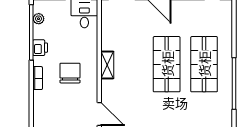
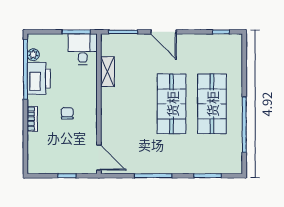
printer: (40, 48) -> (39, 78), width x1.87, depth x1.48
shelving: (107, 65) -> (107, 72), moved
chair: (70, 73) -> (67, 113), width x0.54, depth x0.54

